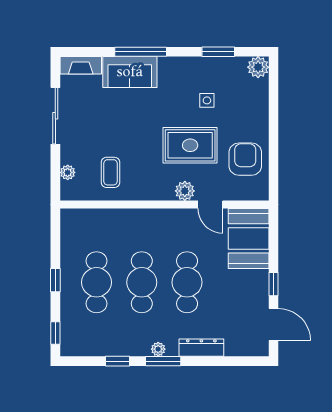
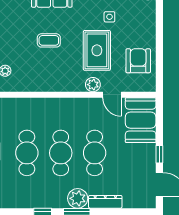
rug: (190, 145) -> (97, 50), turned 90
coffee table: (110, 172) -> (49, 40), moved, turned 90
plant: (158, 349) -> (78, 198), width x1.88, depth x1.88

